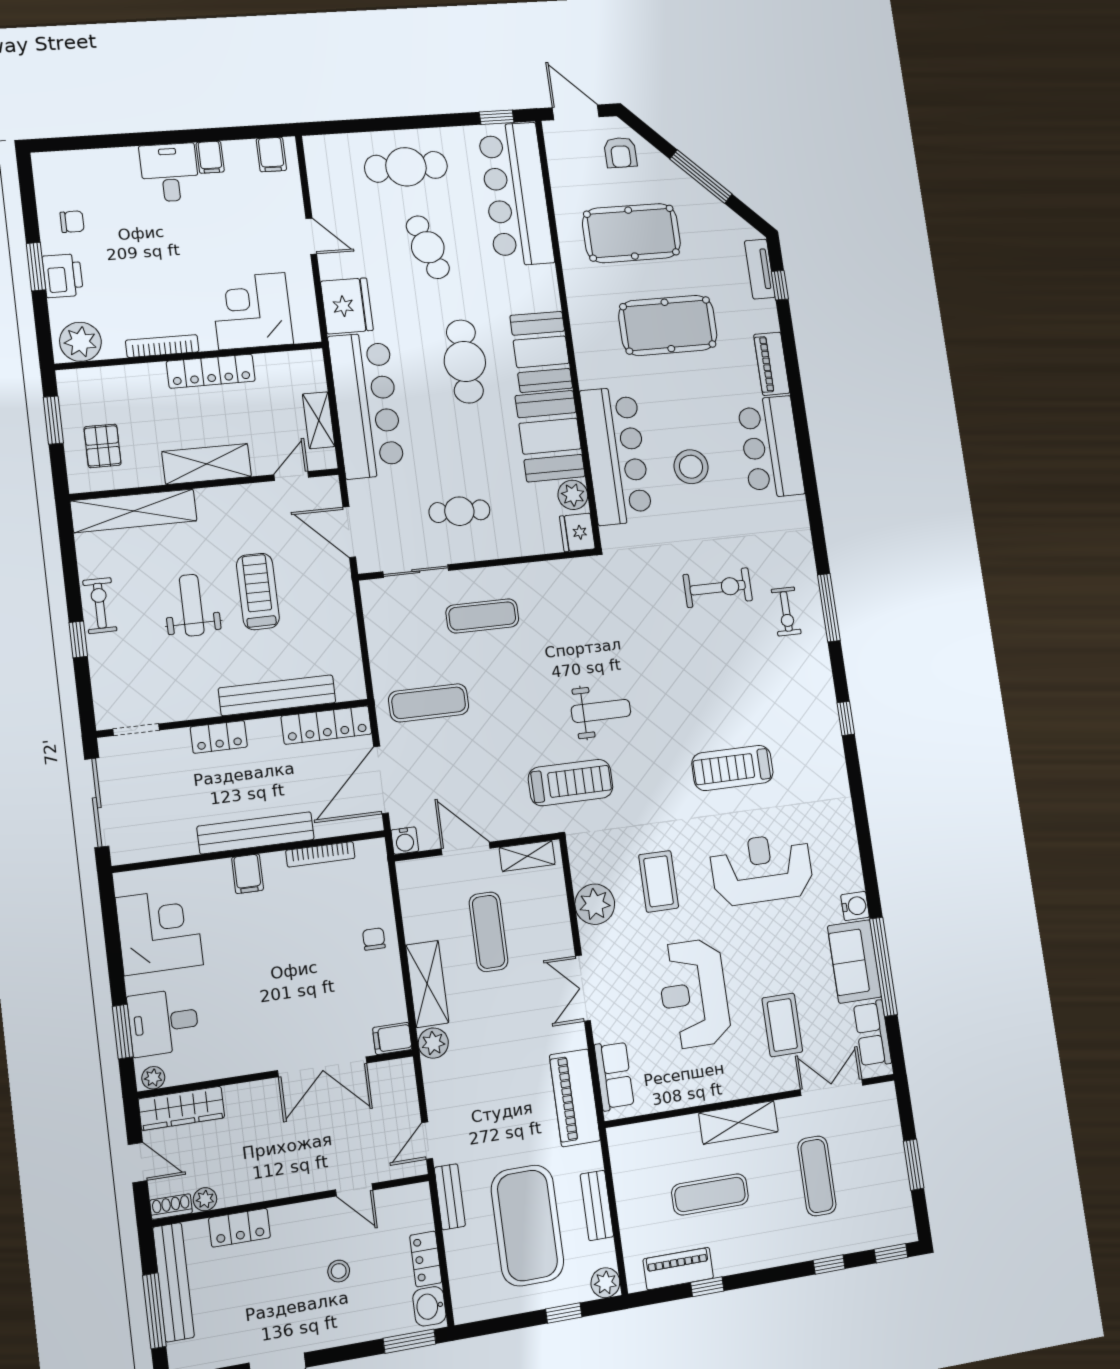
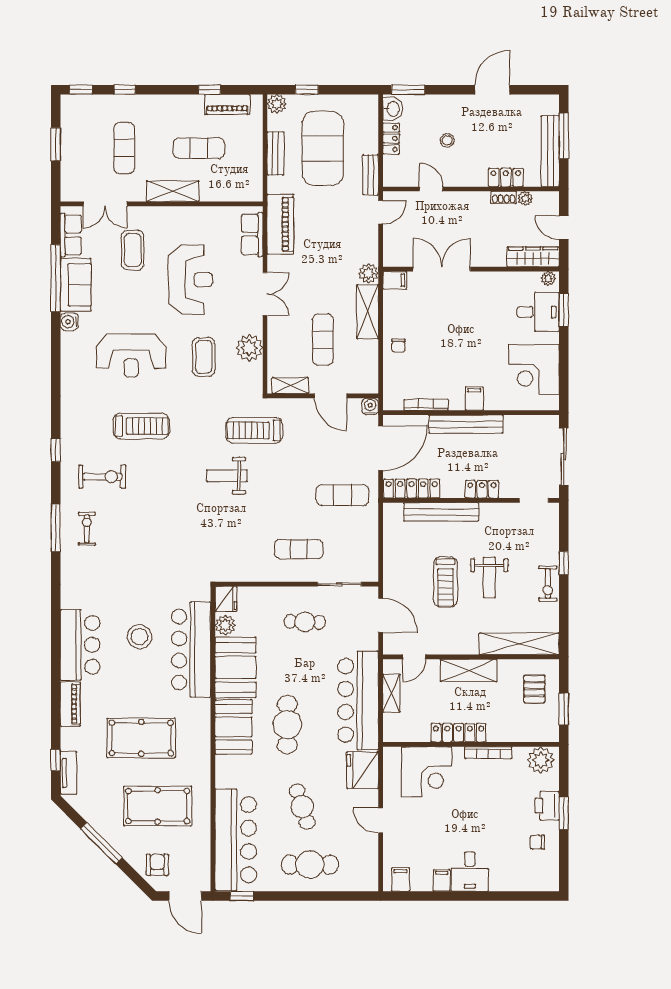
exercise bike: (718, 588) -> (102, 477), moved, turned 180
shoe rack: (171, 1207) -> (504, 197), moved

